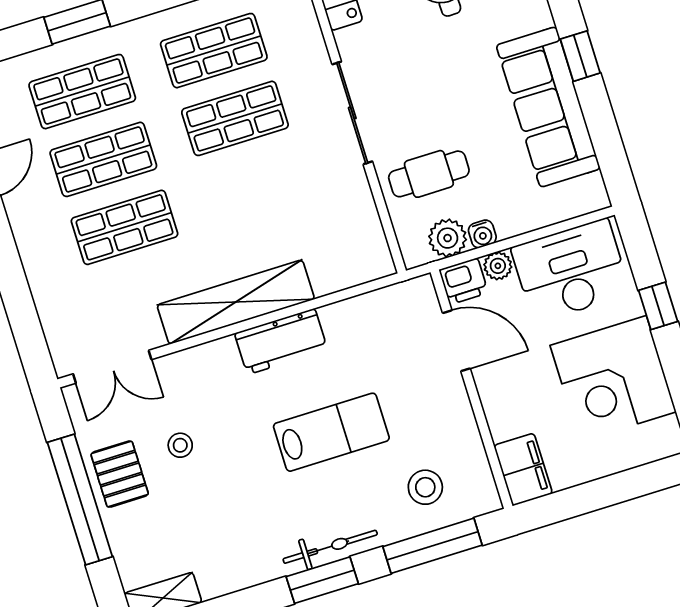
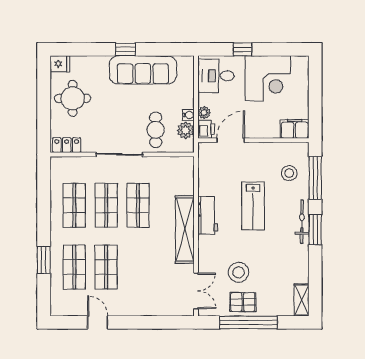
shop shelf: (125, 227) -> (138, 205), moved
desk: (571, 271) -> (216, 76), width x0.73
lab bench: (331, 432) -> (253, 206), turned 180
stool: (180, 445) -> (239, 272), width x1.89, depth x1.89

